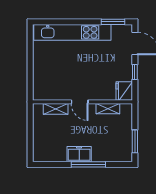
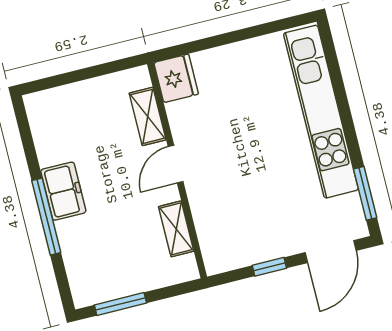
fridge: (124, 91) -> (176, 78), moved, turned 90

